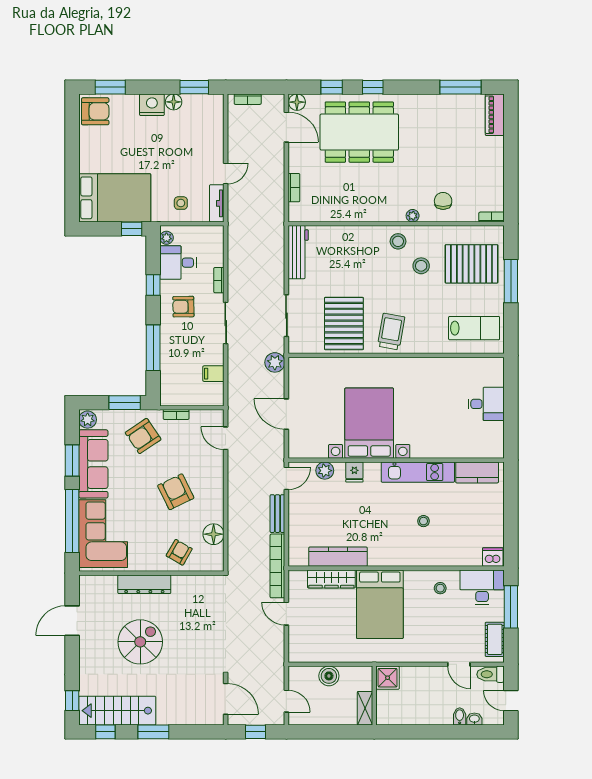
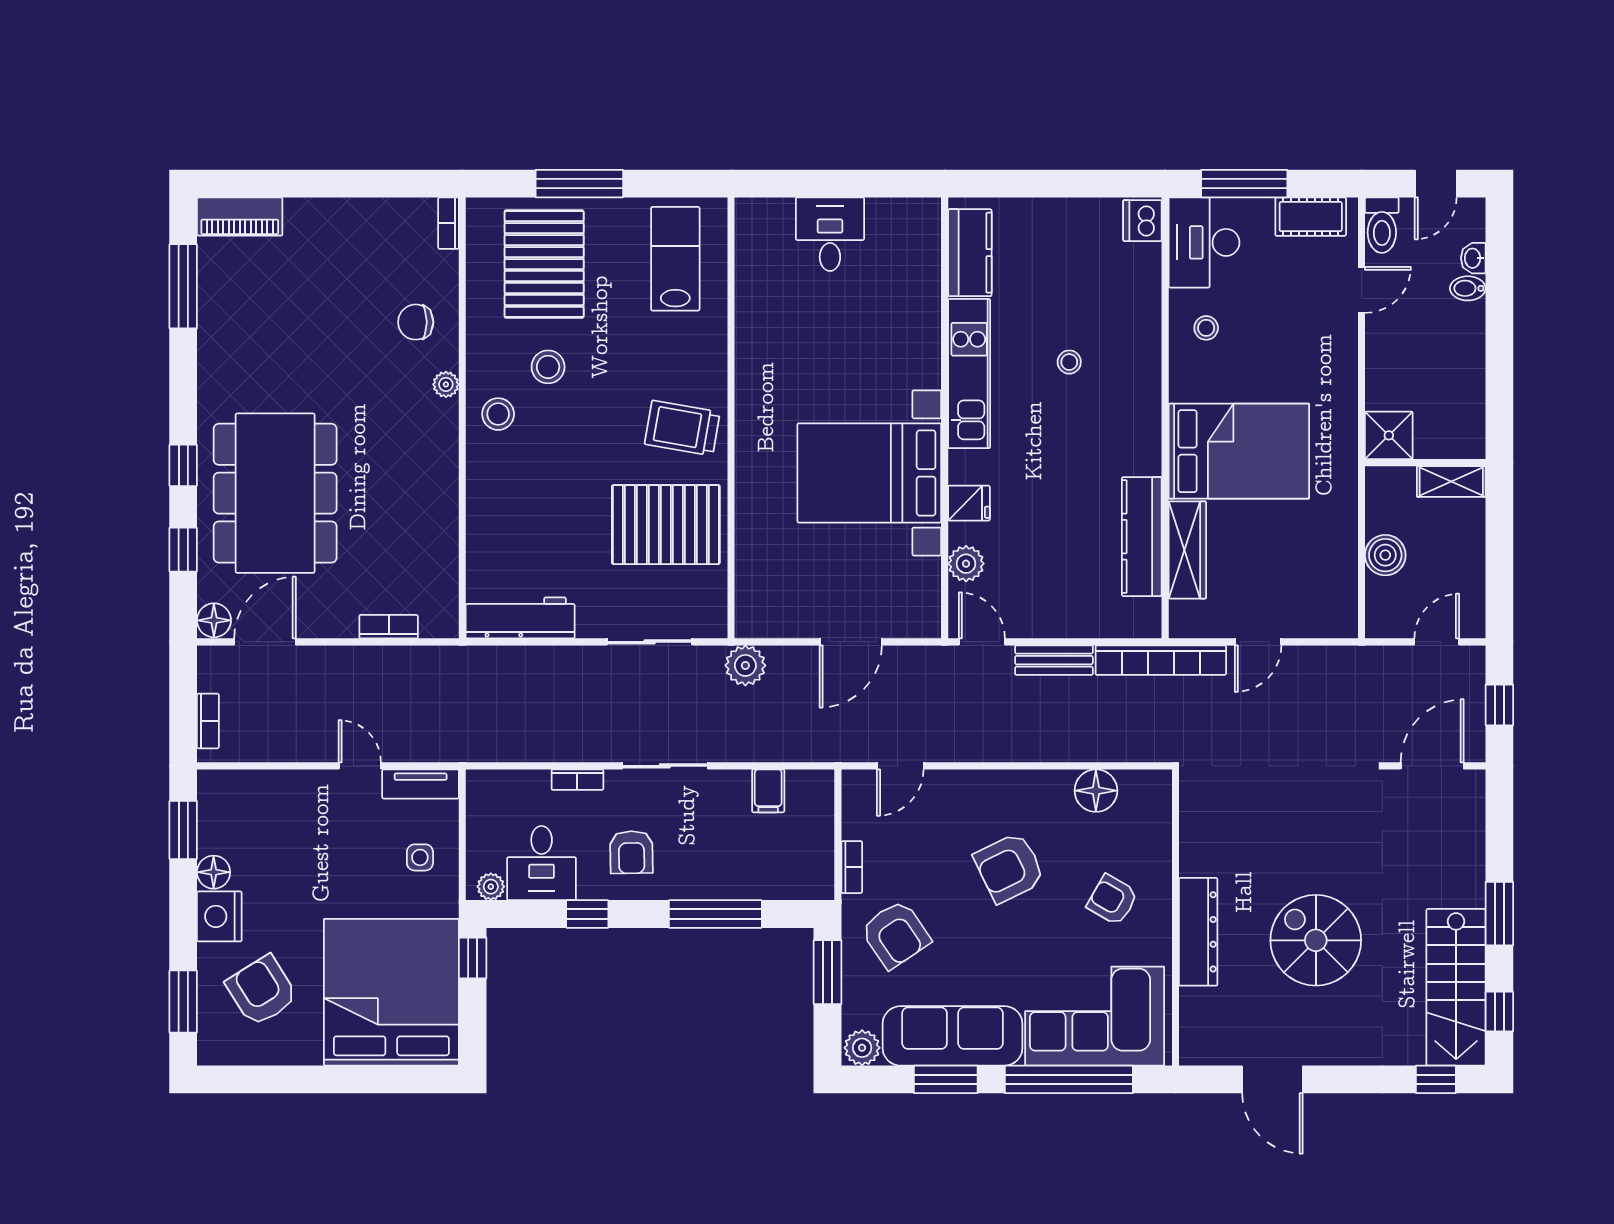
armchair: (95, 111) -> (262, 991), moved, turned -32
bed: (115, 198) -> (391, 992), width x1.36
armchair: (179, 552) -> (1112, 900), moved

